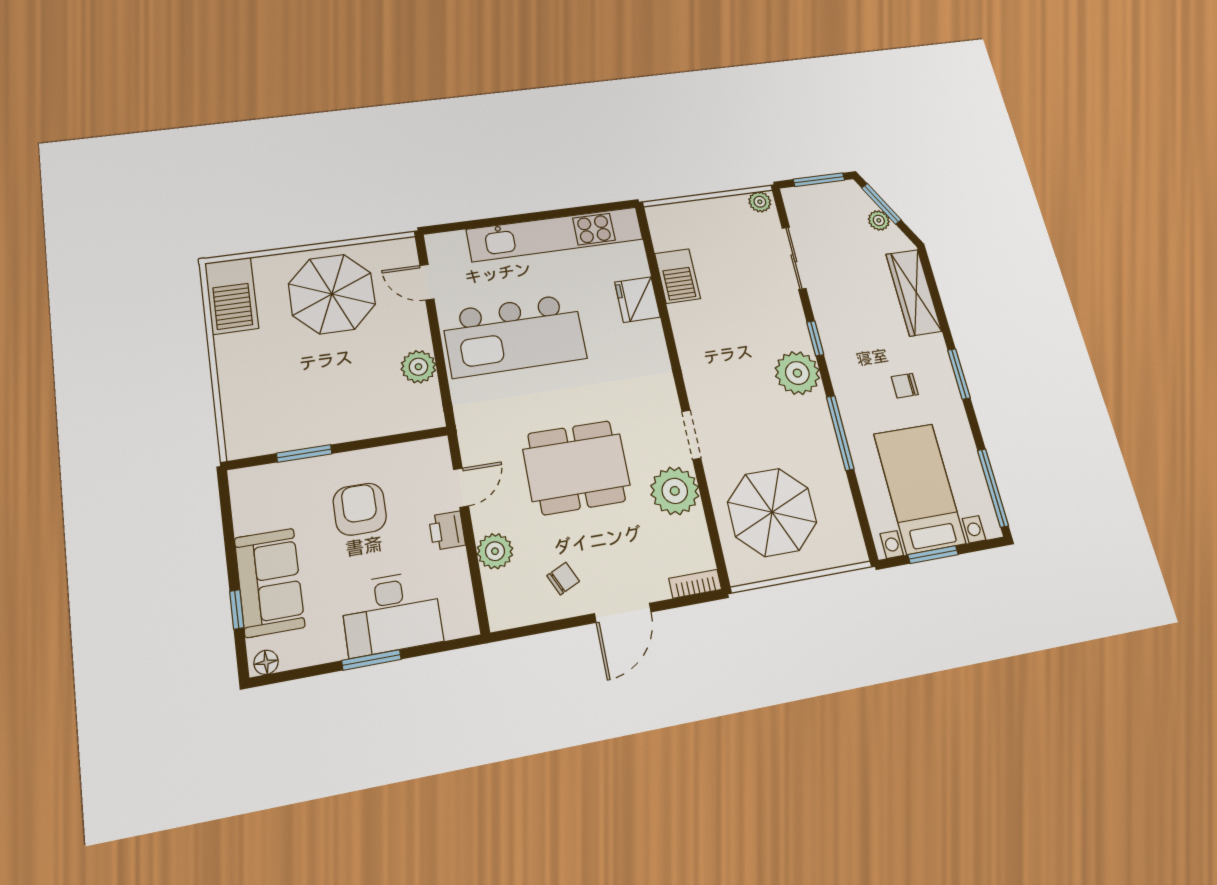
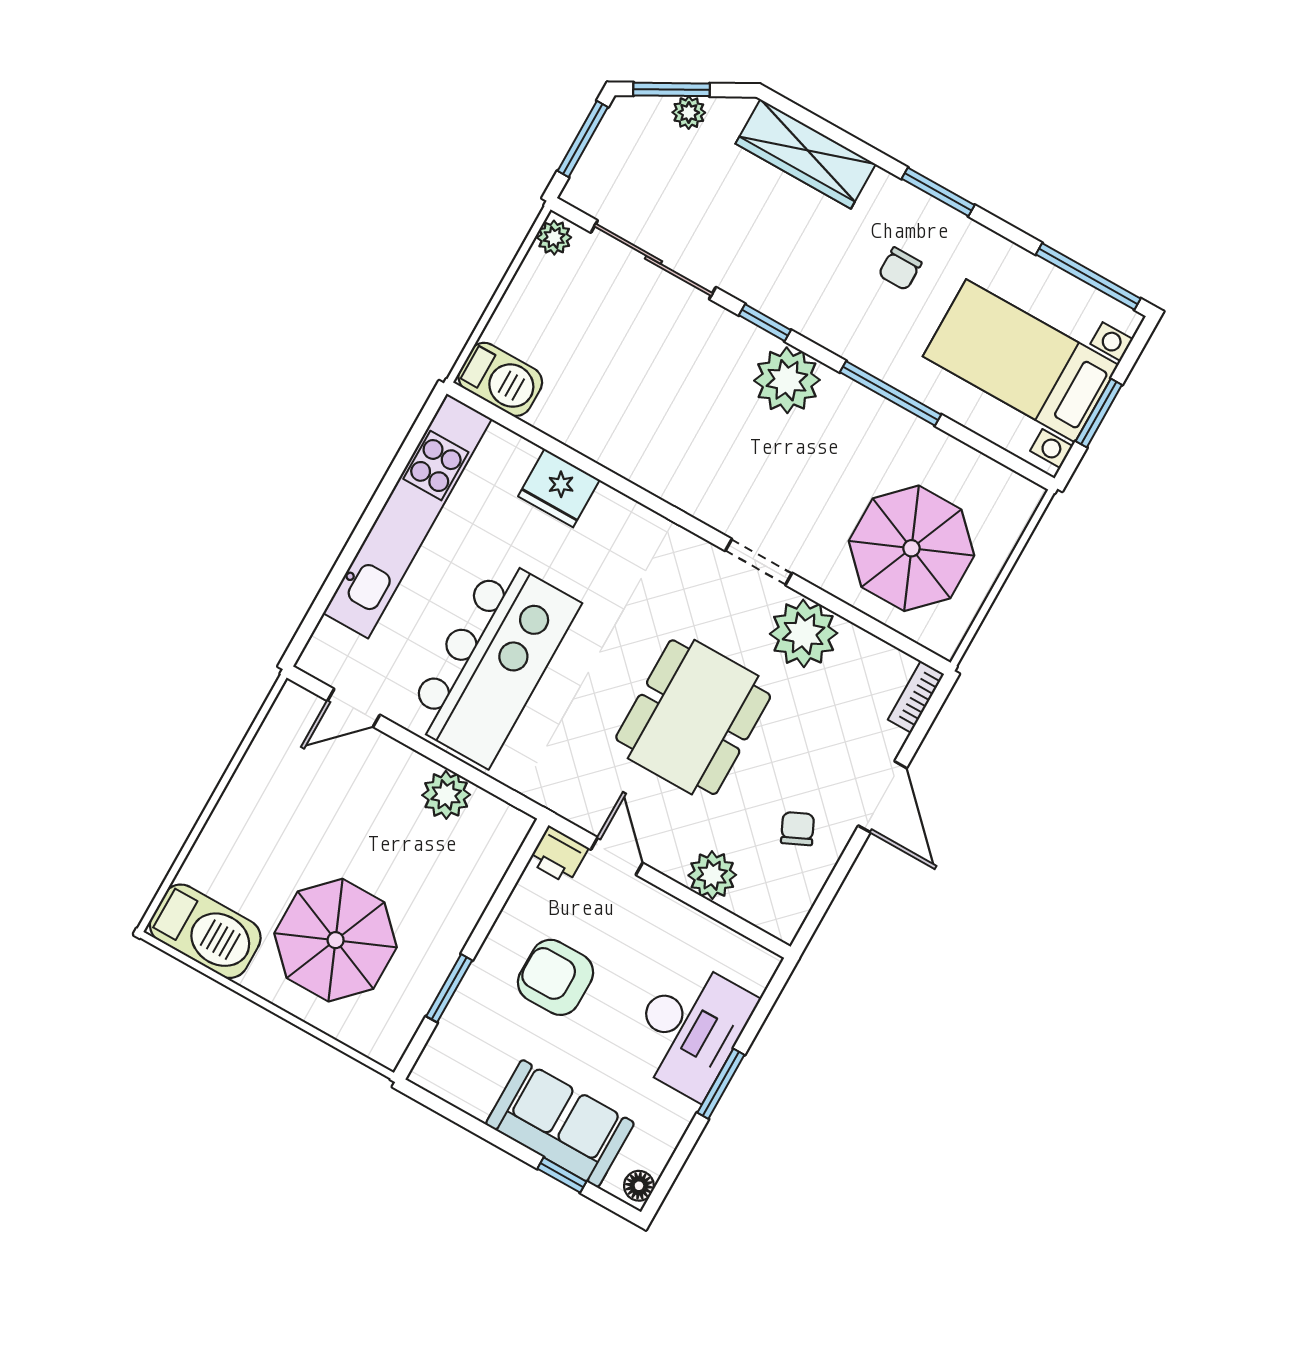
sliding door: (794, 258) -> (653, 260), width x1.37
barbecue: (678, 276) -> (500, 379), moved
parasol: (332, 294) -> (336, 940), moved
printer: (447, 531) -> (558, 855), moved

